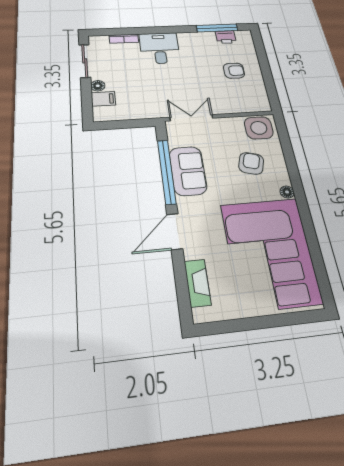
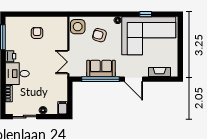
printer: (226, 37) -> (11, 56), moved
filing cabinet: (103, 99) -> (63, 108), moved
window: (312, 242) -> (146, 14), added

